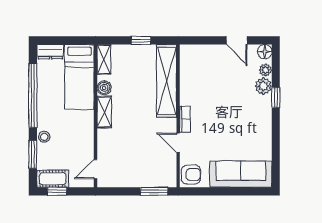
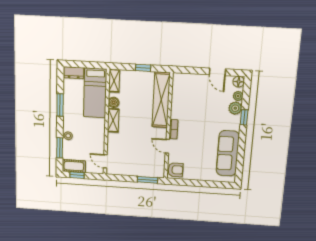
window: (33, 95) -> (60, 105), width x0.47
door: (96, 169) -> (105, 161), hinge flipped
sofa: (241, 174) -> (228, 153), moved, turned -90

